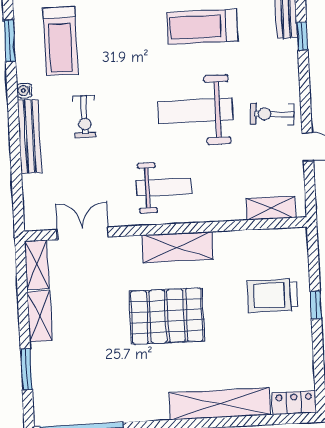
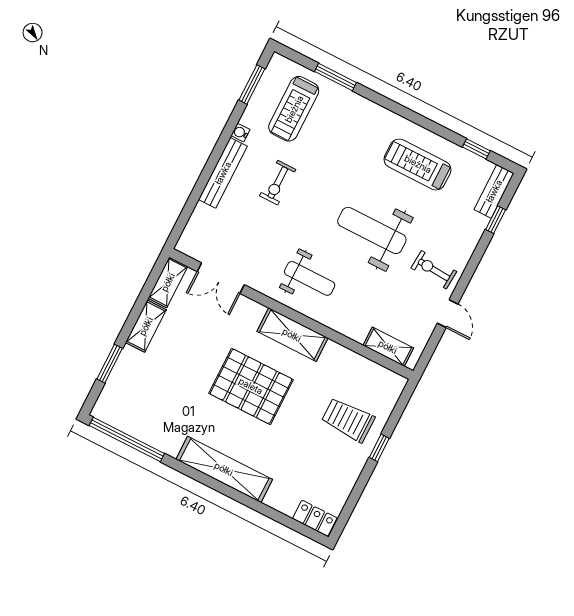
double door: (83, 233) -> (221, 278), swing flipped
shelving: (220, 404) -> (224, 469), moved

